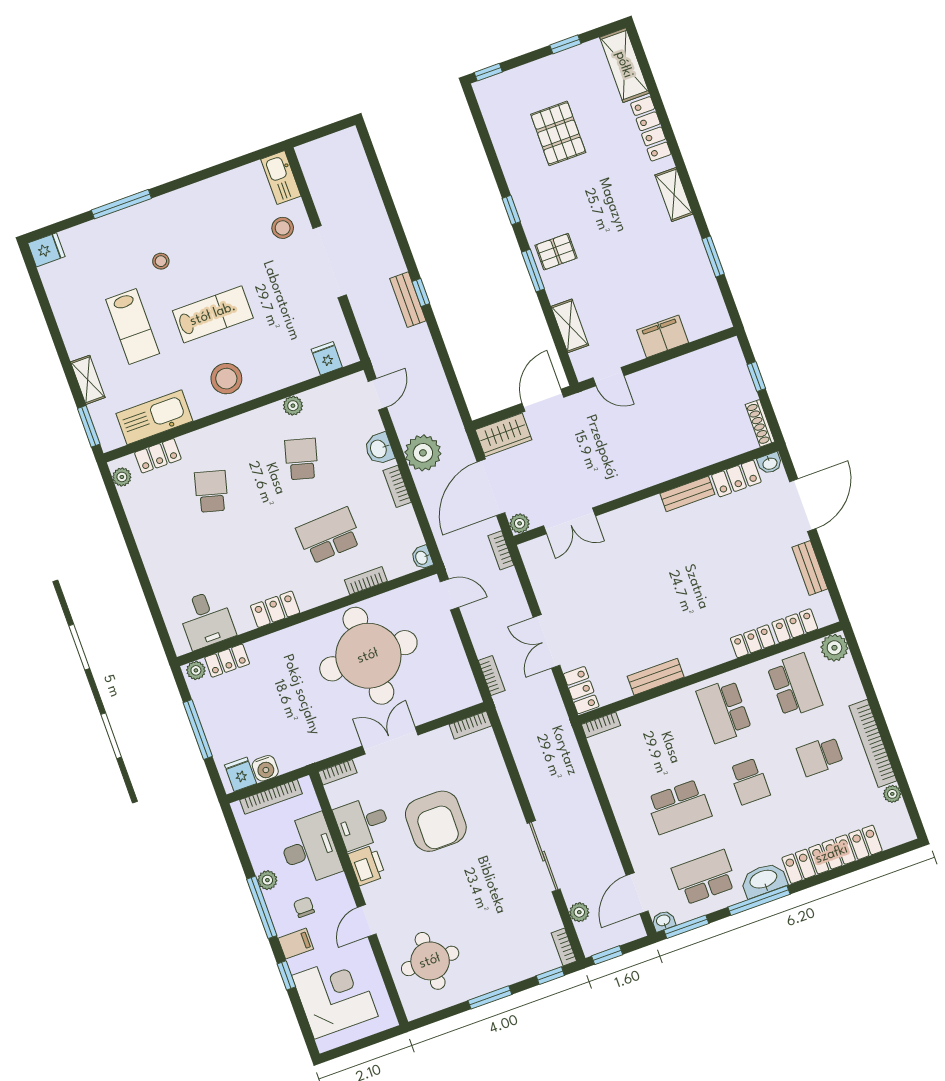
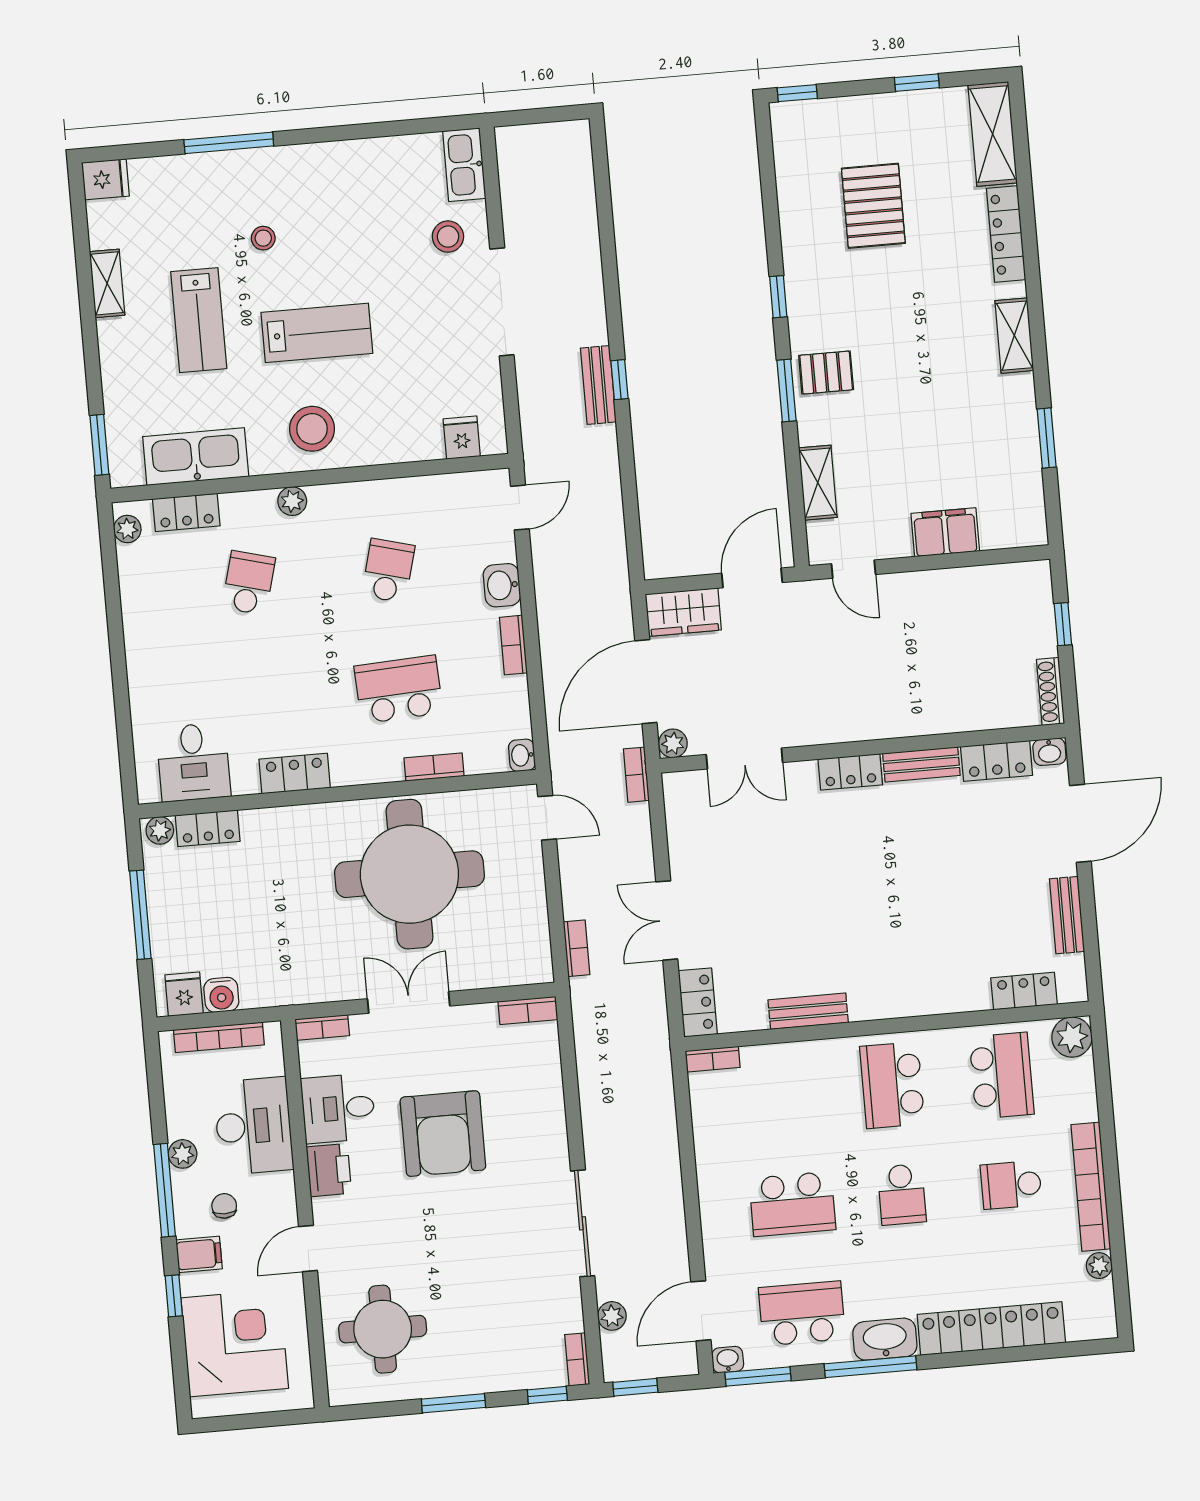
shelving: (88, 380) -> (107, 283), moved
plant: (293, 406) -> (292, 501), moved
plant: (423, 453) -> (562, 607), removed
locker: (753, 641) -> (850, 772), moved, turned 180

